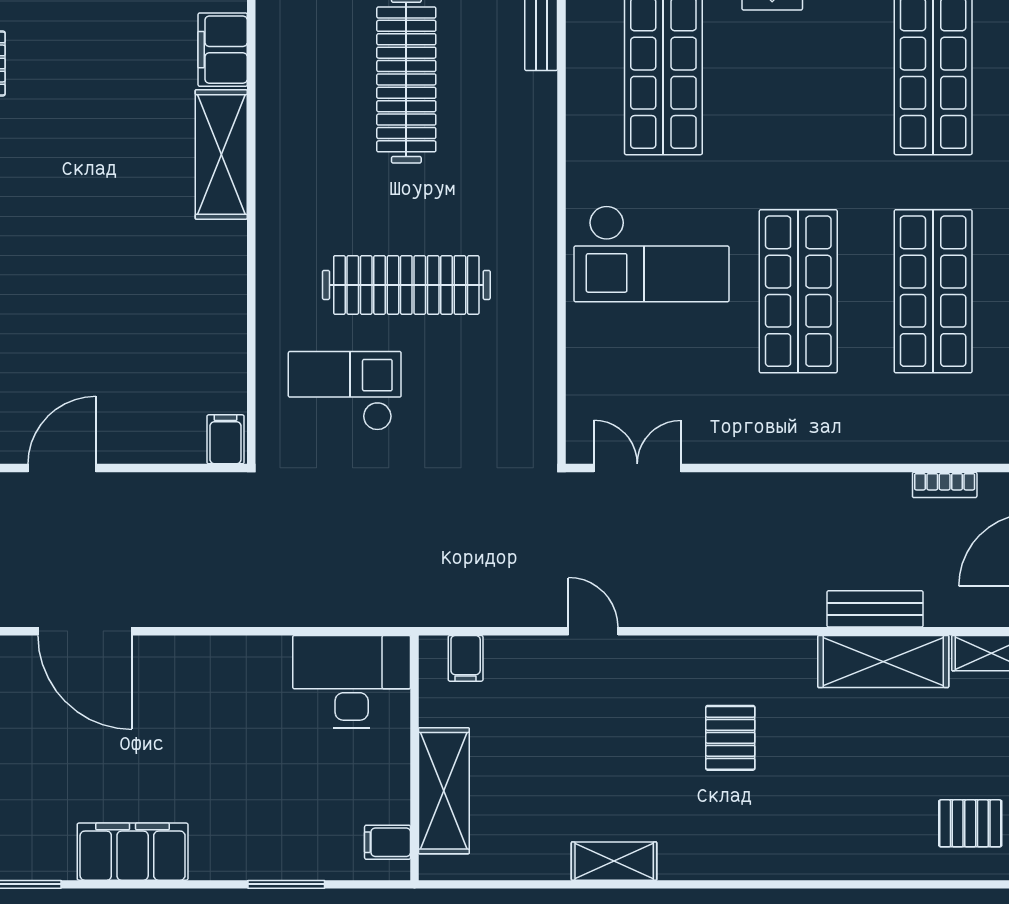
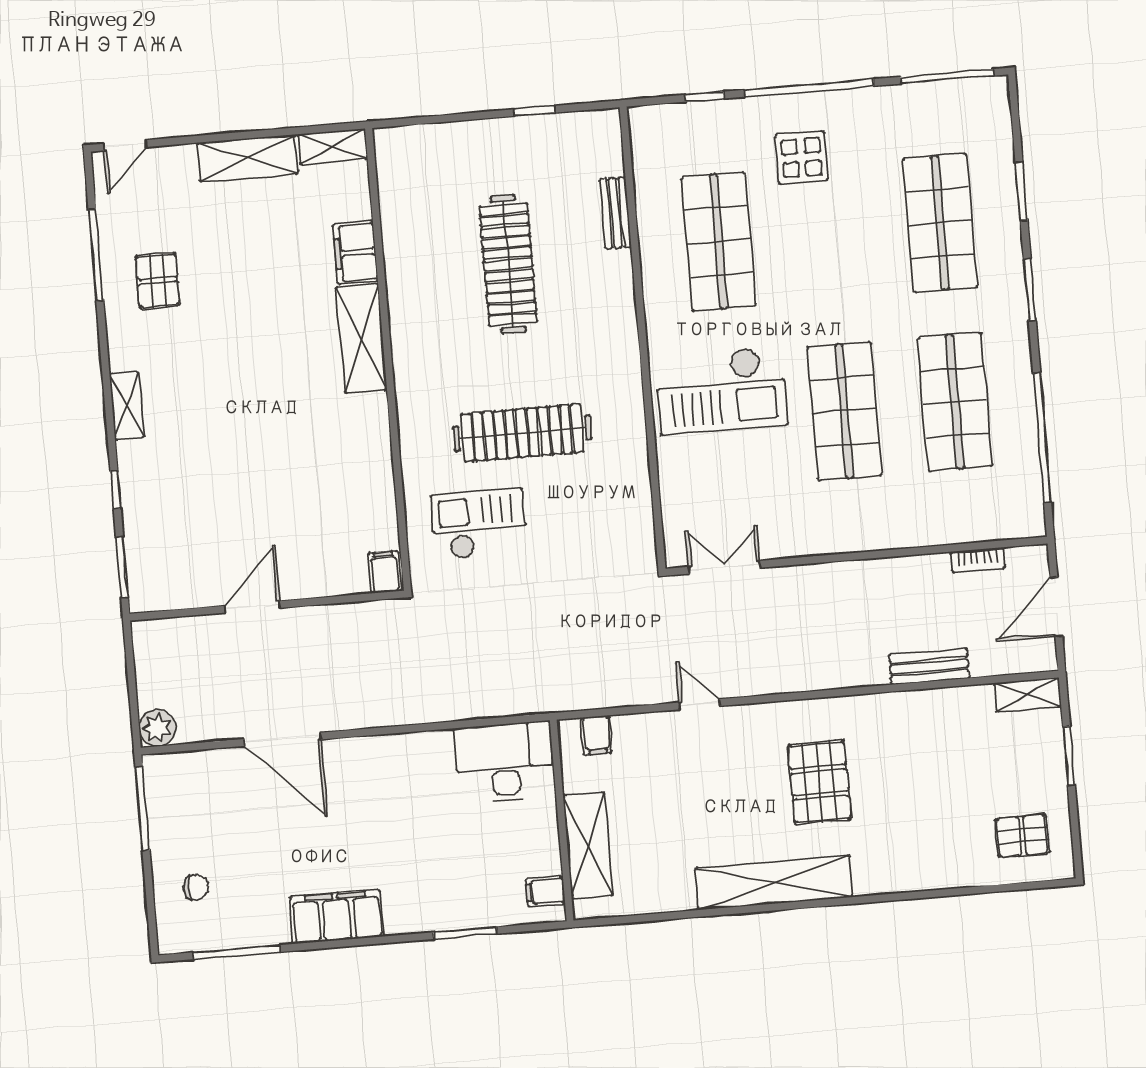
shelving: (883, 661) -> (940, 709), removed
pallet: (730, 738) -> (819, 782), width x1.50, depth x1.42
shelving: (614, 861) -> (774, 883), width x2.20, depth x1.33

